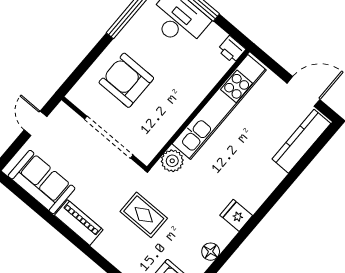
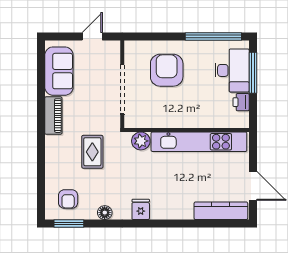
printer: (232, 50) -> (241, 102), moved

